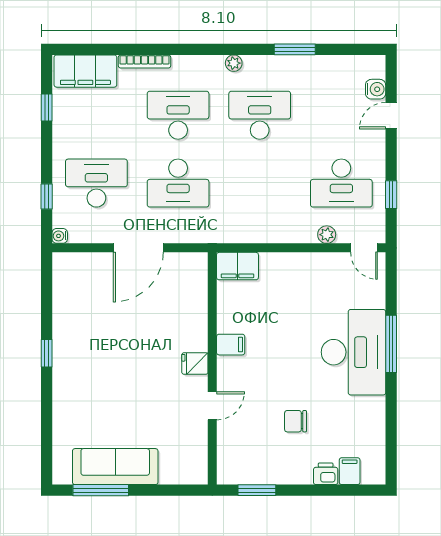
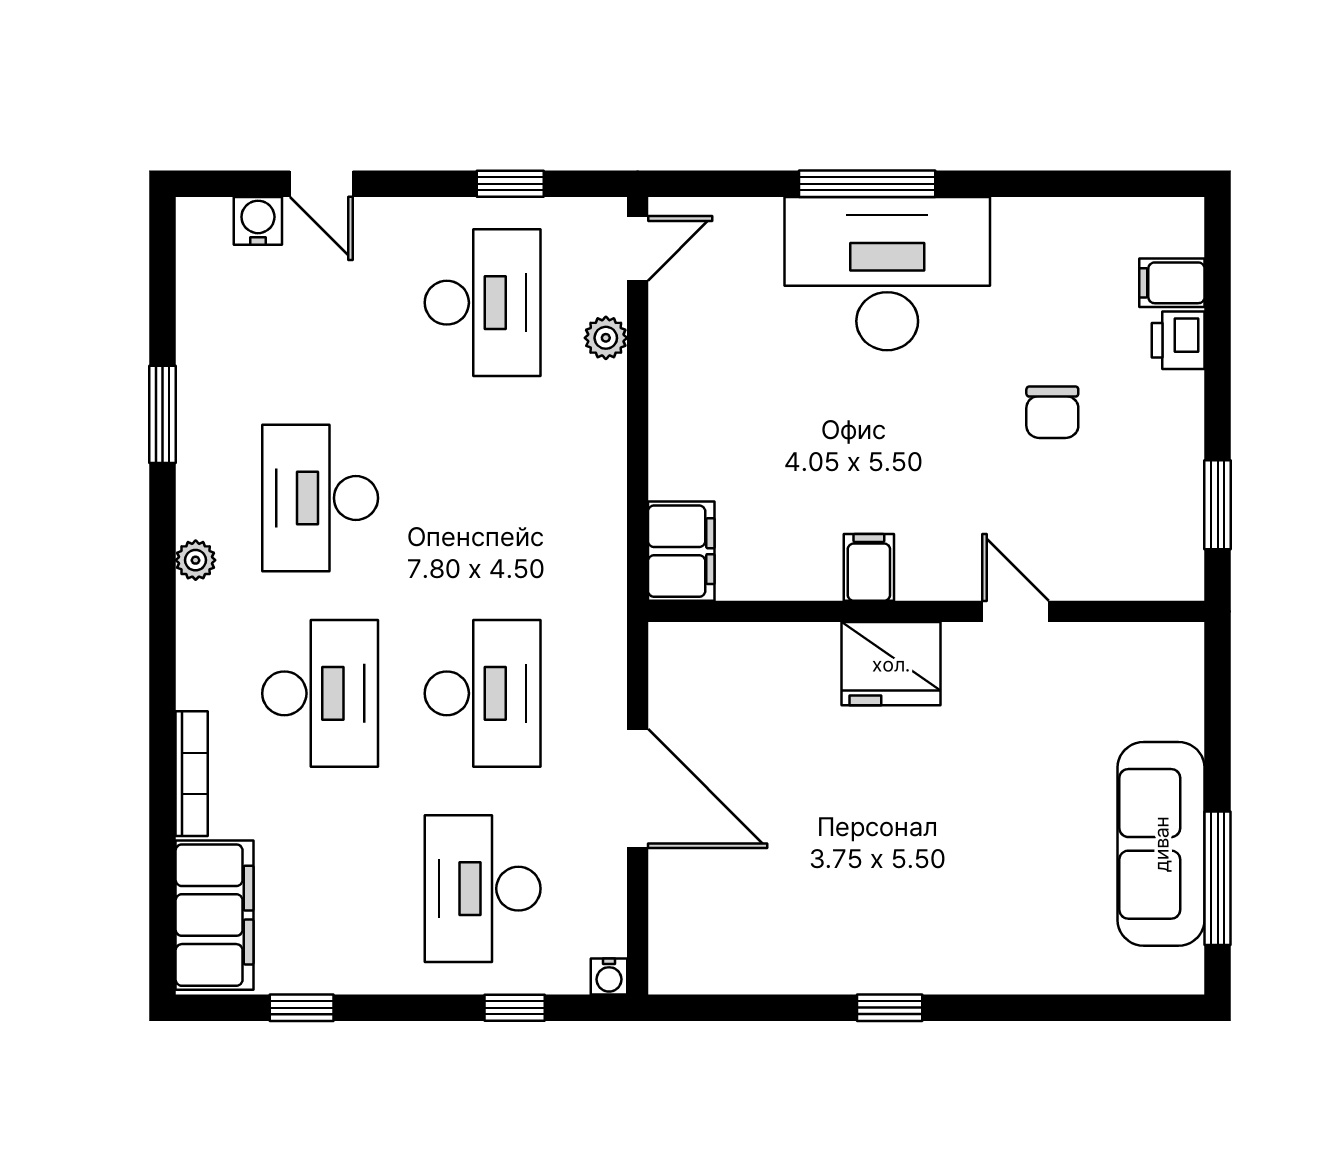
desk: (178, 115) -> (320, 693), turned 180
fridge: (195, 363) -> (891, 664), width x1.88, depth x1.34

